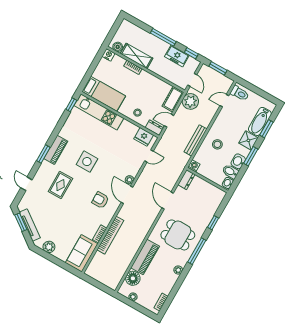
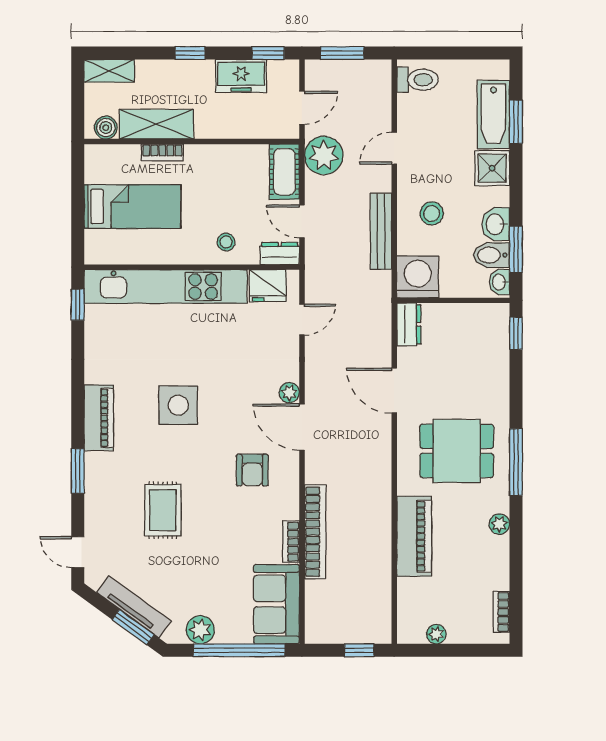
shelving: (130, 27) -> (109, 71), added
window: (163, 37) -> (190, 53), width x0.46
nightstand: (109, 55) -> (96, 155), removed
door: (192, 80) -> (302, 108), hinge flipped
bed: (104, 94) -> (132, 207), moved
door: (224, 101) -> (394, 148), moved
kitchen unit: (99, 112) -> (166, 287), width x1.36
door: (169, 121) -> (302, 221), hinge flipped
window: (43, 154) -> (78, 471), moved
window: (251, 156) -> (516, 249), moved
washing machine: (194, 166) -> (418, 277), width x1.89, depth x1.89
door: (26, 184) -> (78, 552), moved
rug: (60, 185) -> (163, 510), moved
armchair: (100, 200) -> (252, 470), turned -90
window: (21, 222) -> (133, 627), moved
window: (213, 223) -> (516, 333), moved
window: (59, 262) -> (239, 650), added
floor lamp: (133, 278) -> (414, 596), removed
window: (102, 287) -> (359, 650), added

